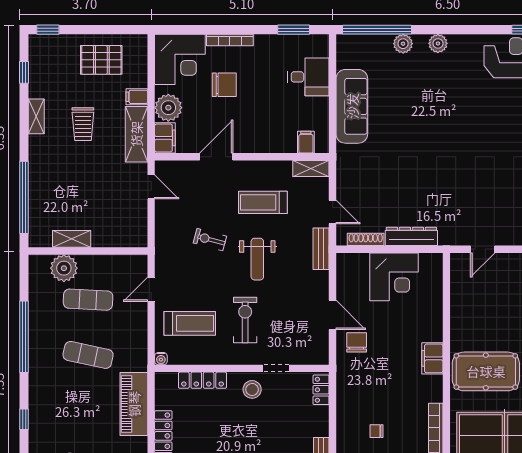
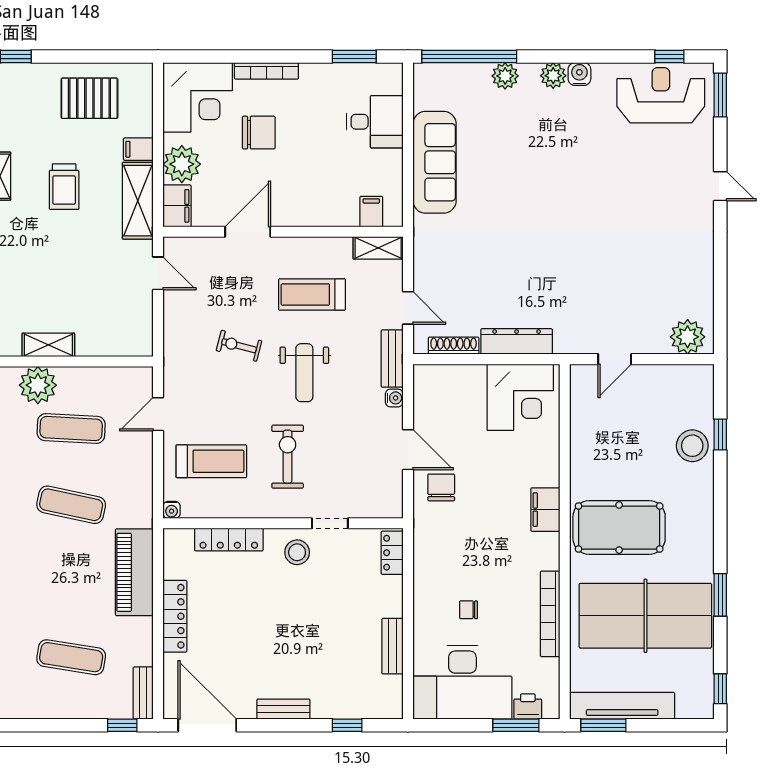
water cooler: (457, 42) -> (579, 74), added
water cooler: (323, 277) -> (394, 398), added
corner desk: (394, 277) -> (520, 397), moved

